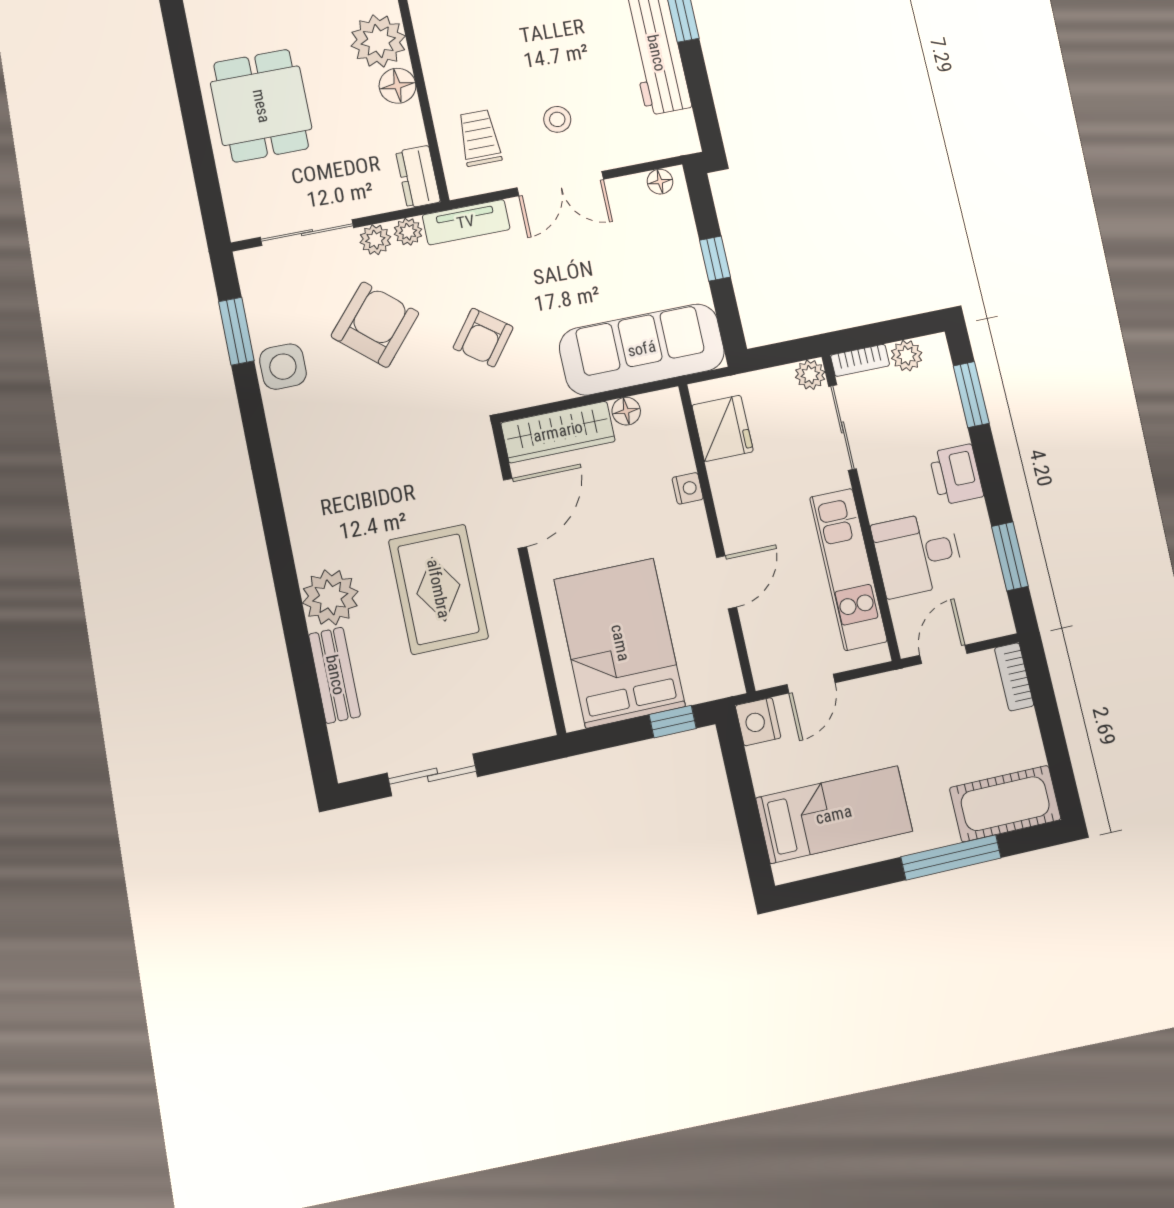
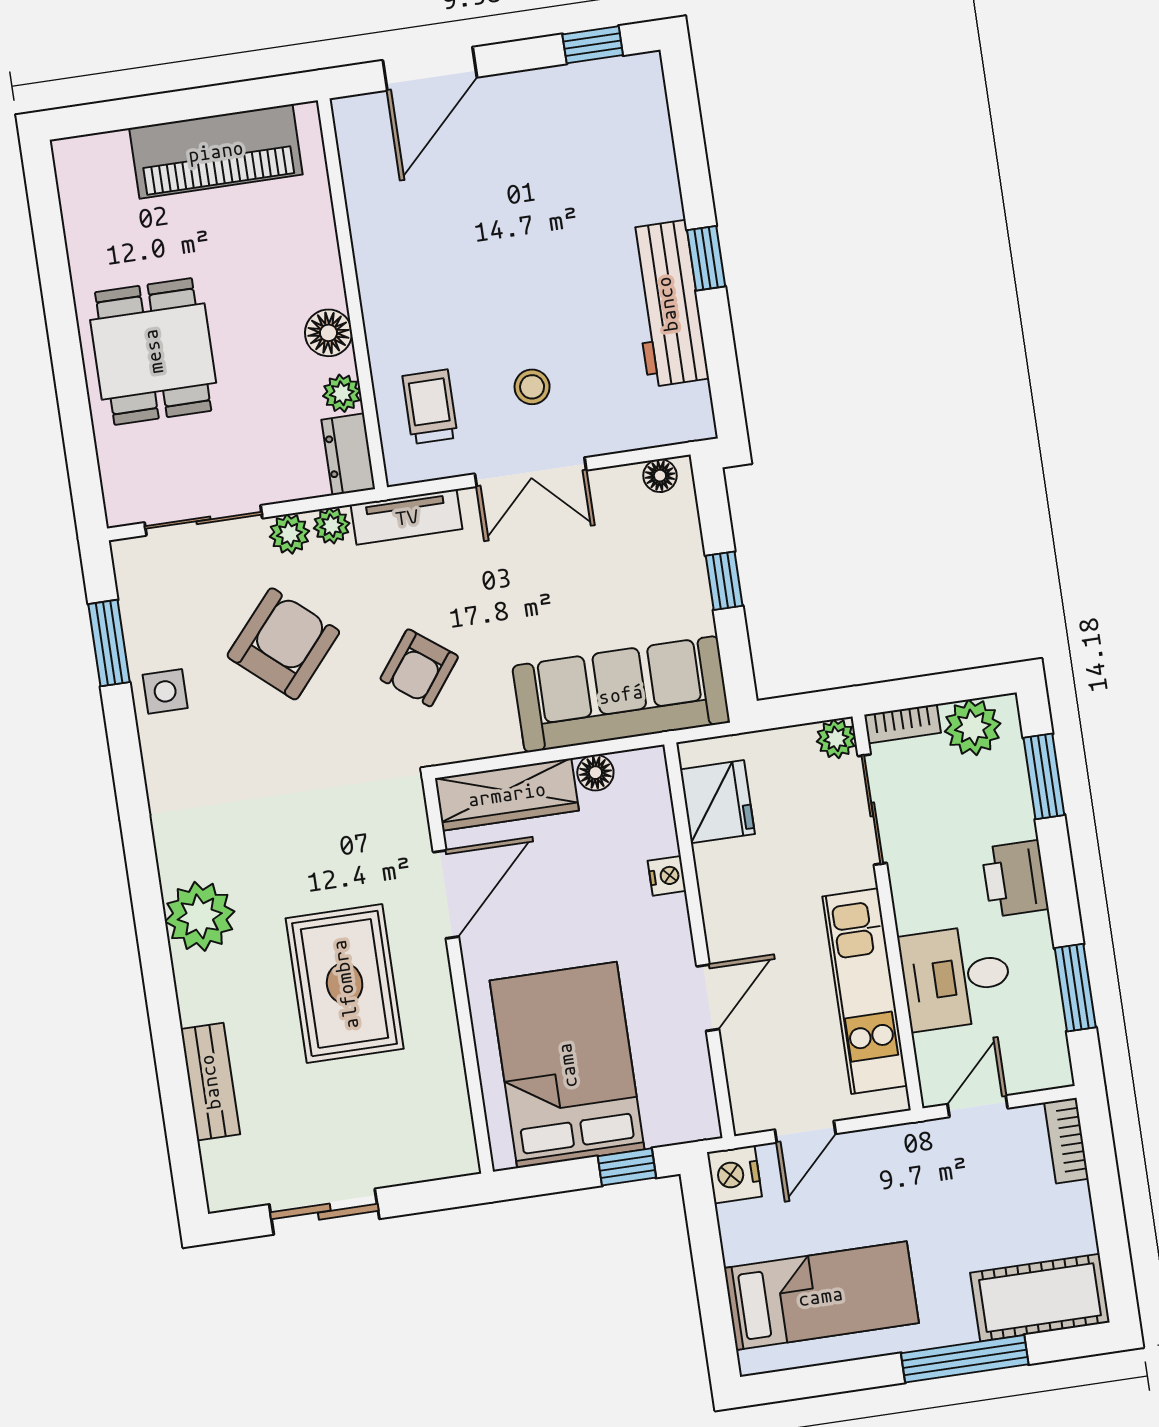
plant: (378, 41) -> (342, 393), moved, width x0.53, depth x0.53
plant: (907, 356) -> (973, 727), width x1.38, depth x1.38
side table: (283, 367) -> (165, 691), width x0.73, depth x0.73
plant: (330, 597) -> (200, 916), moved

